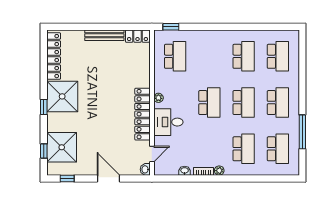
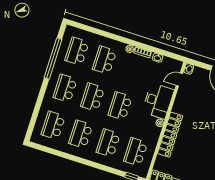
school desk: (209, 56) -> (108, 143), added
locker: (143, 114) -> (170, 135), moved
desk: (168, 122) -> (158, 101), width x1.37
window: (302, 132) -> (53, 59), width x1.46

